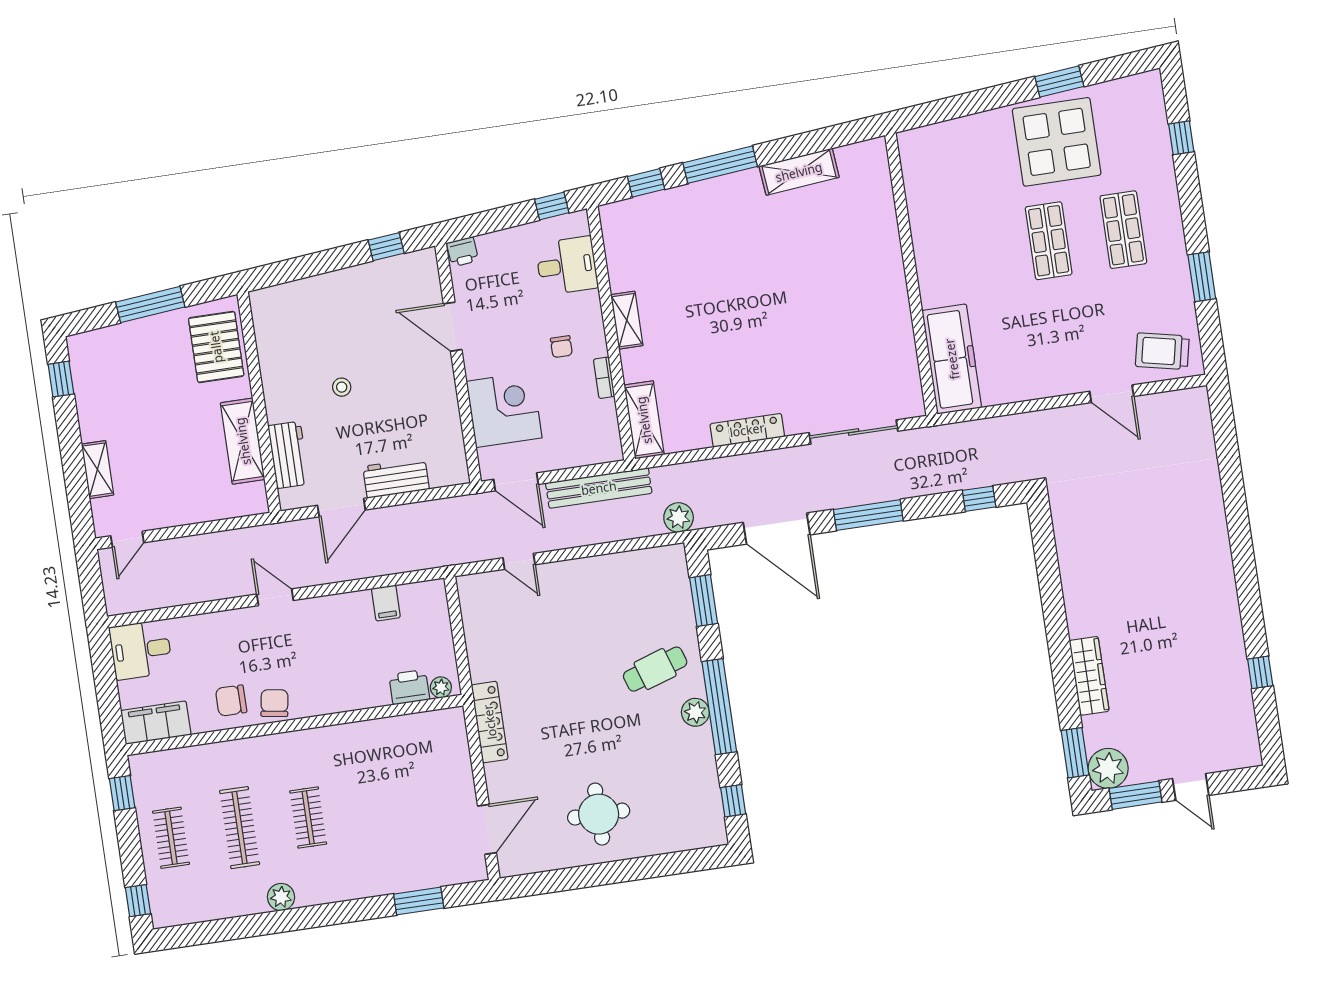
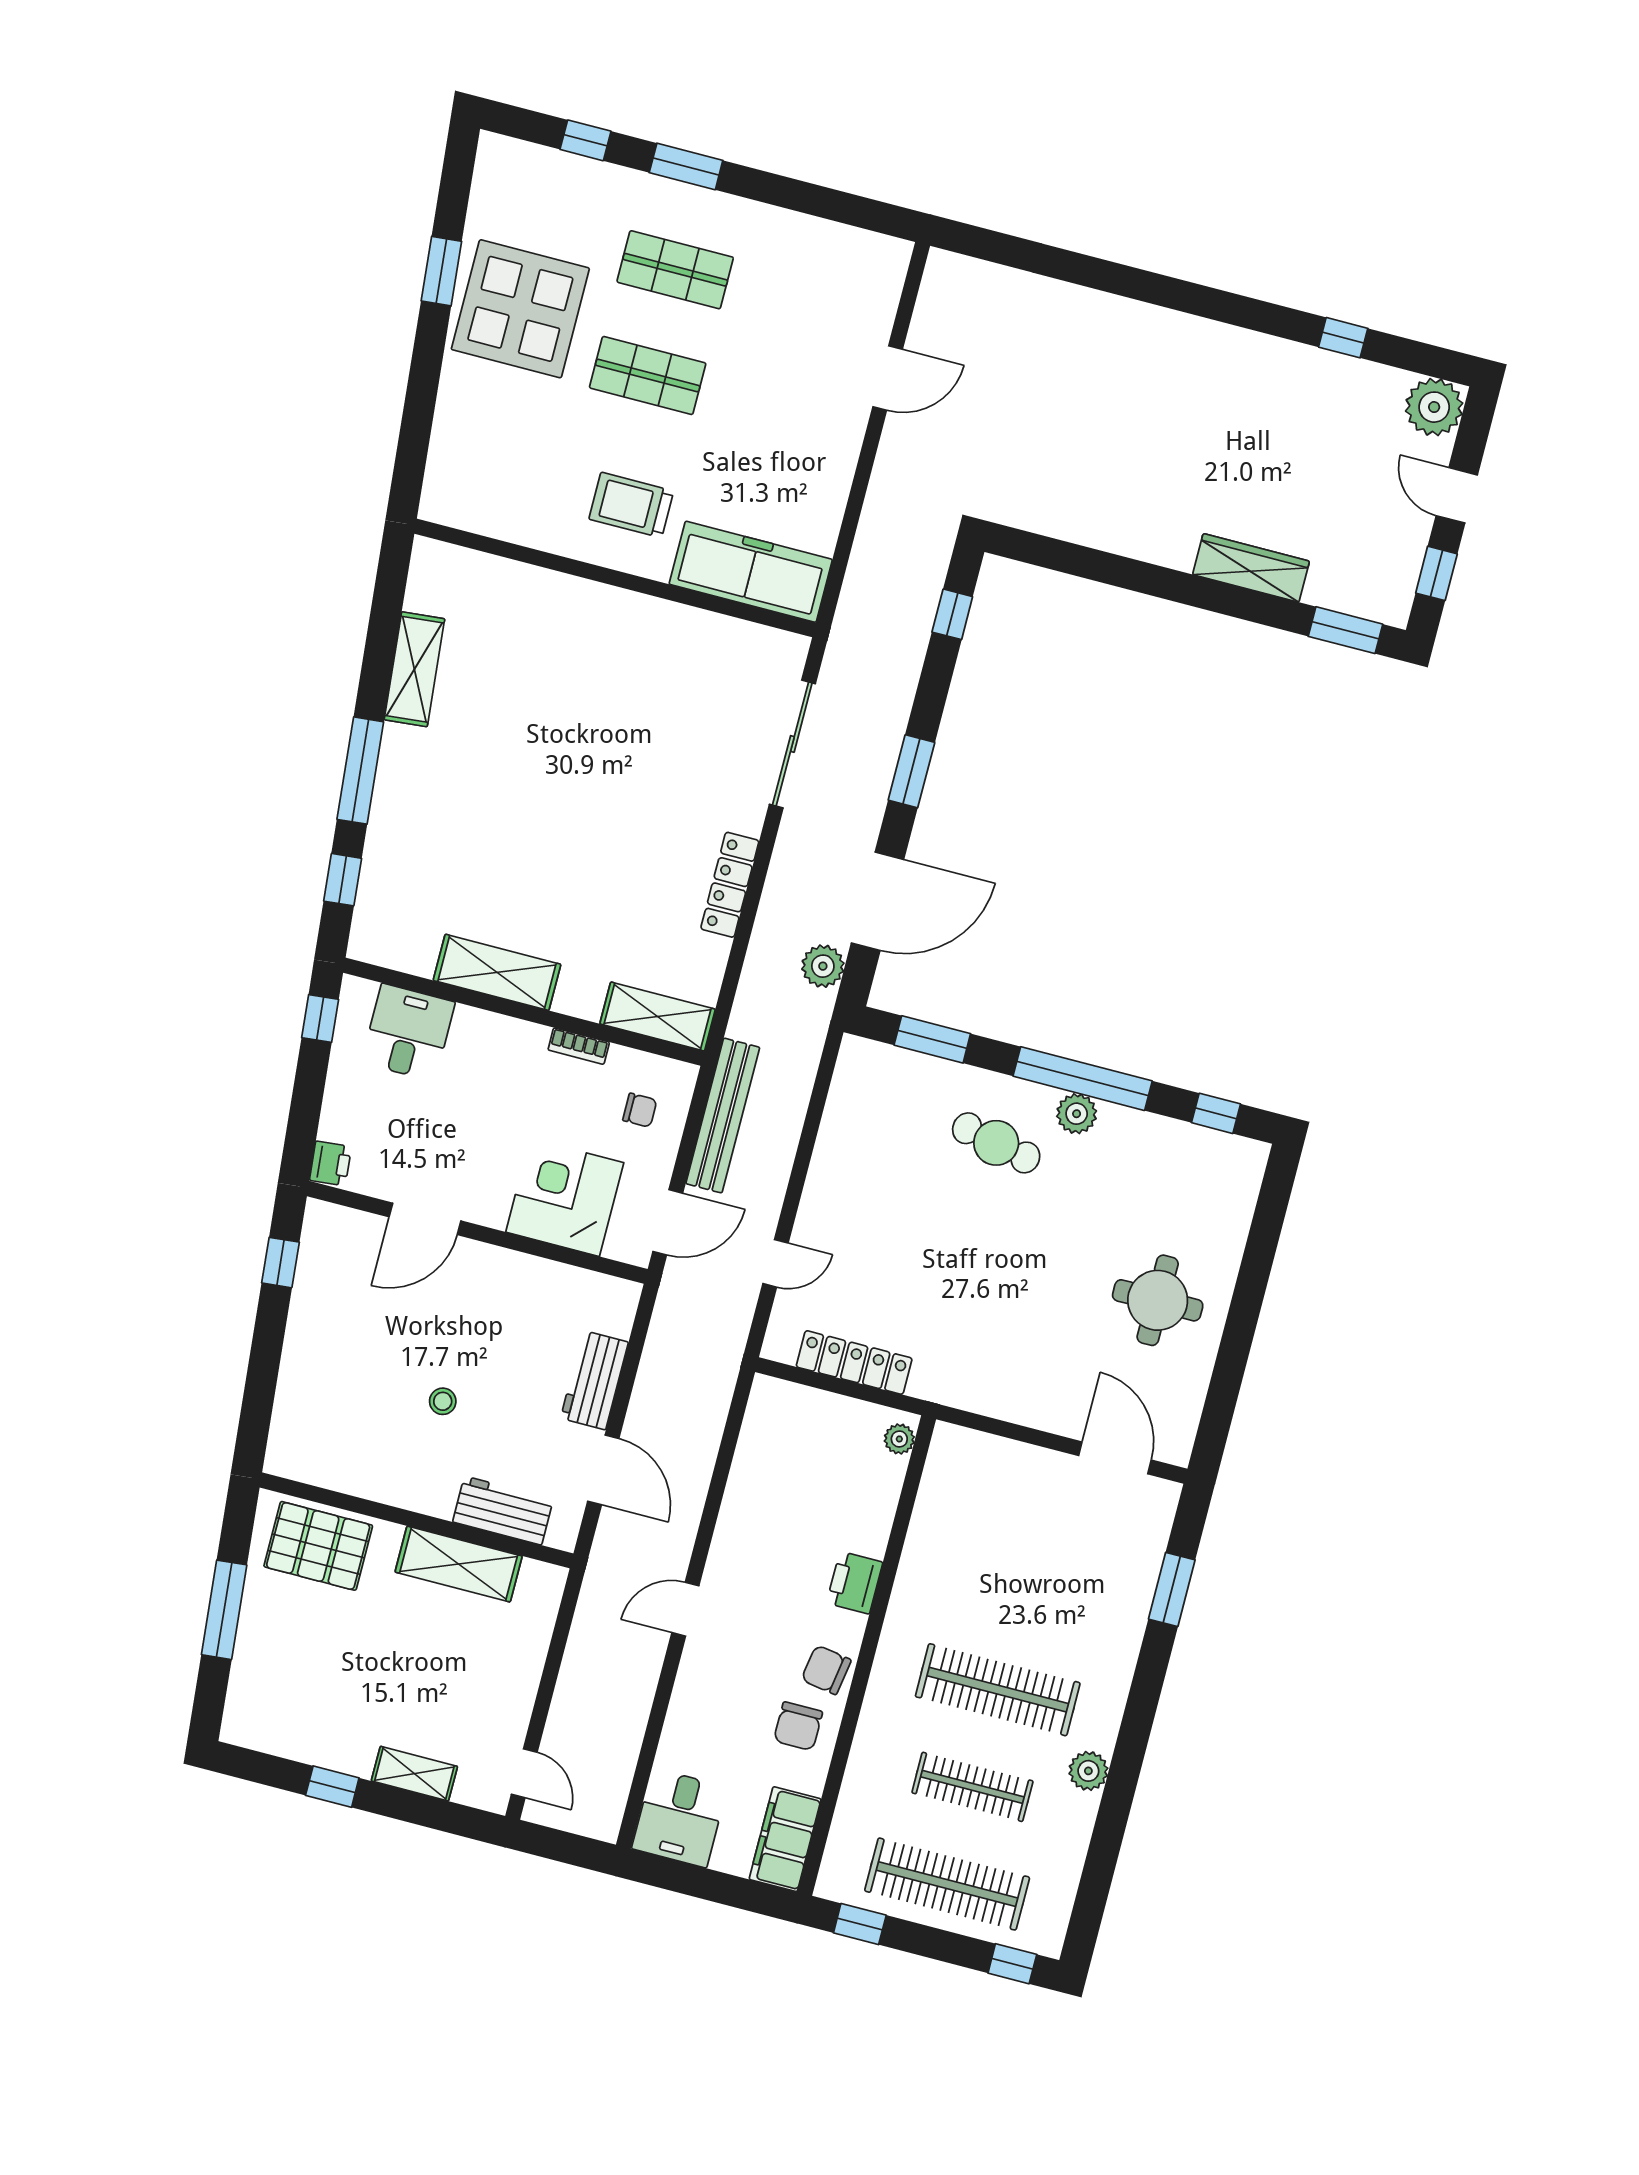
window: (1202, 277) -> (686, 167), moved
shelving: (627, 320) -> (497, 972), width x1.50, depth x1.33
chair: (561, 347) -> (640, 1110), moved
trolley: (1162, 351) -> (631, 505), moved, turned 78
window: (61, 379) -> (332, 1787), moved
window: (868, 515) -> (911, 771), width x0.69
plant: (679, 517) -> (823, 966), moved
filing cabinet: (386, 603) -> (756, 1465), removed
cafe table: (655, 669) -> (996, 1143), turned -60
printer: (409, 687) -> (855, 1583), moved
locker: (490, 722) -> (854, 1362), moved
plant: (1108, 768) -> (1434, 407), moved
door: (1191, 787) -> (1457, 495), swing flipped
window: (1136, 795) -> (1436, 573), width x0.67
clothes rail: (308, 817) -> (998, 1690), width x1.86, depth x1.31
clothes rail: (171, 838) -> (947, 1884), width x1.86, depth x1.31

